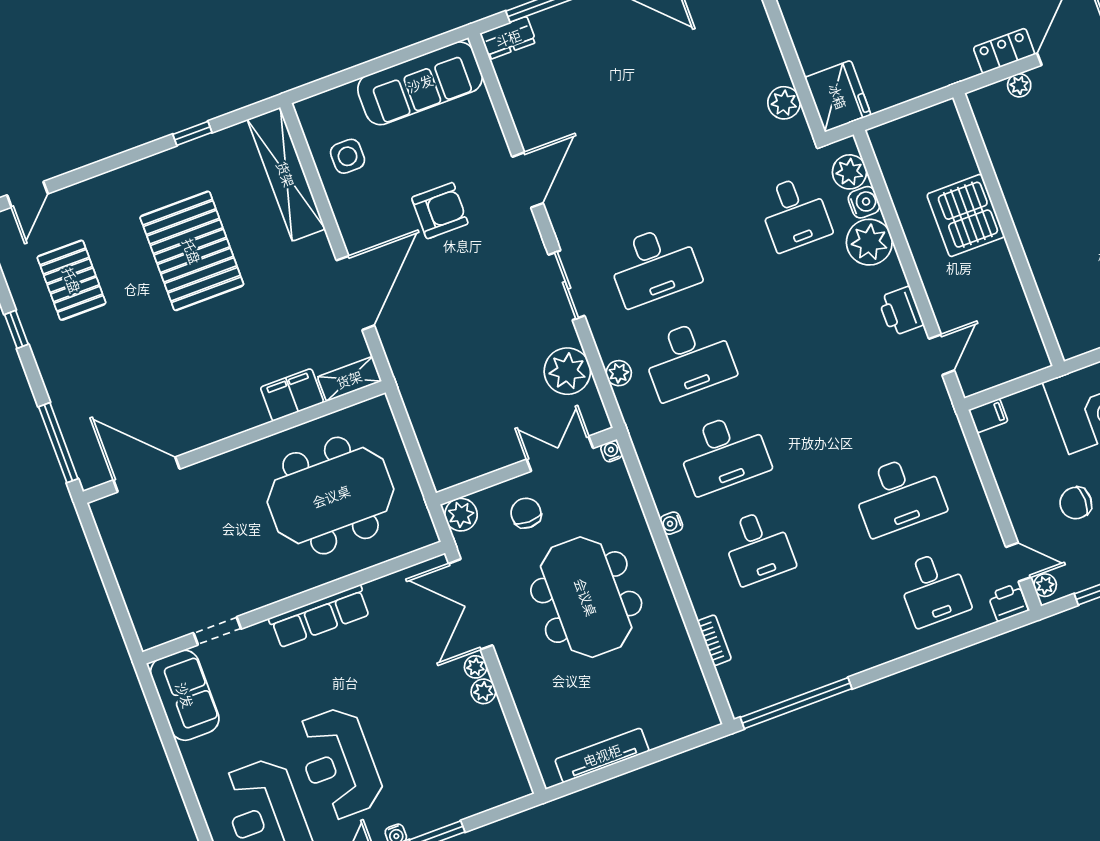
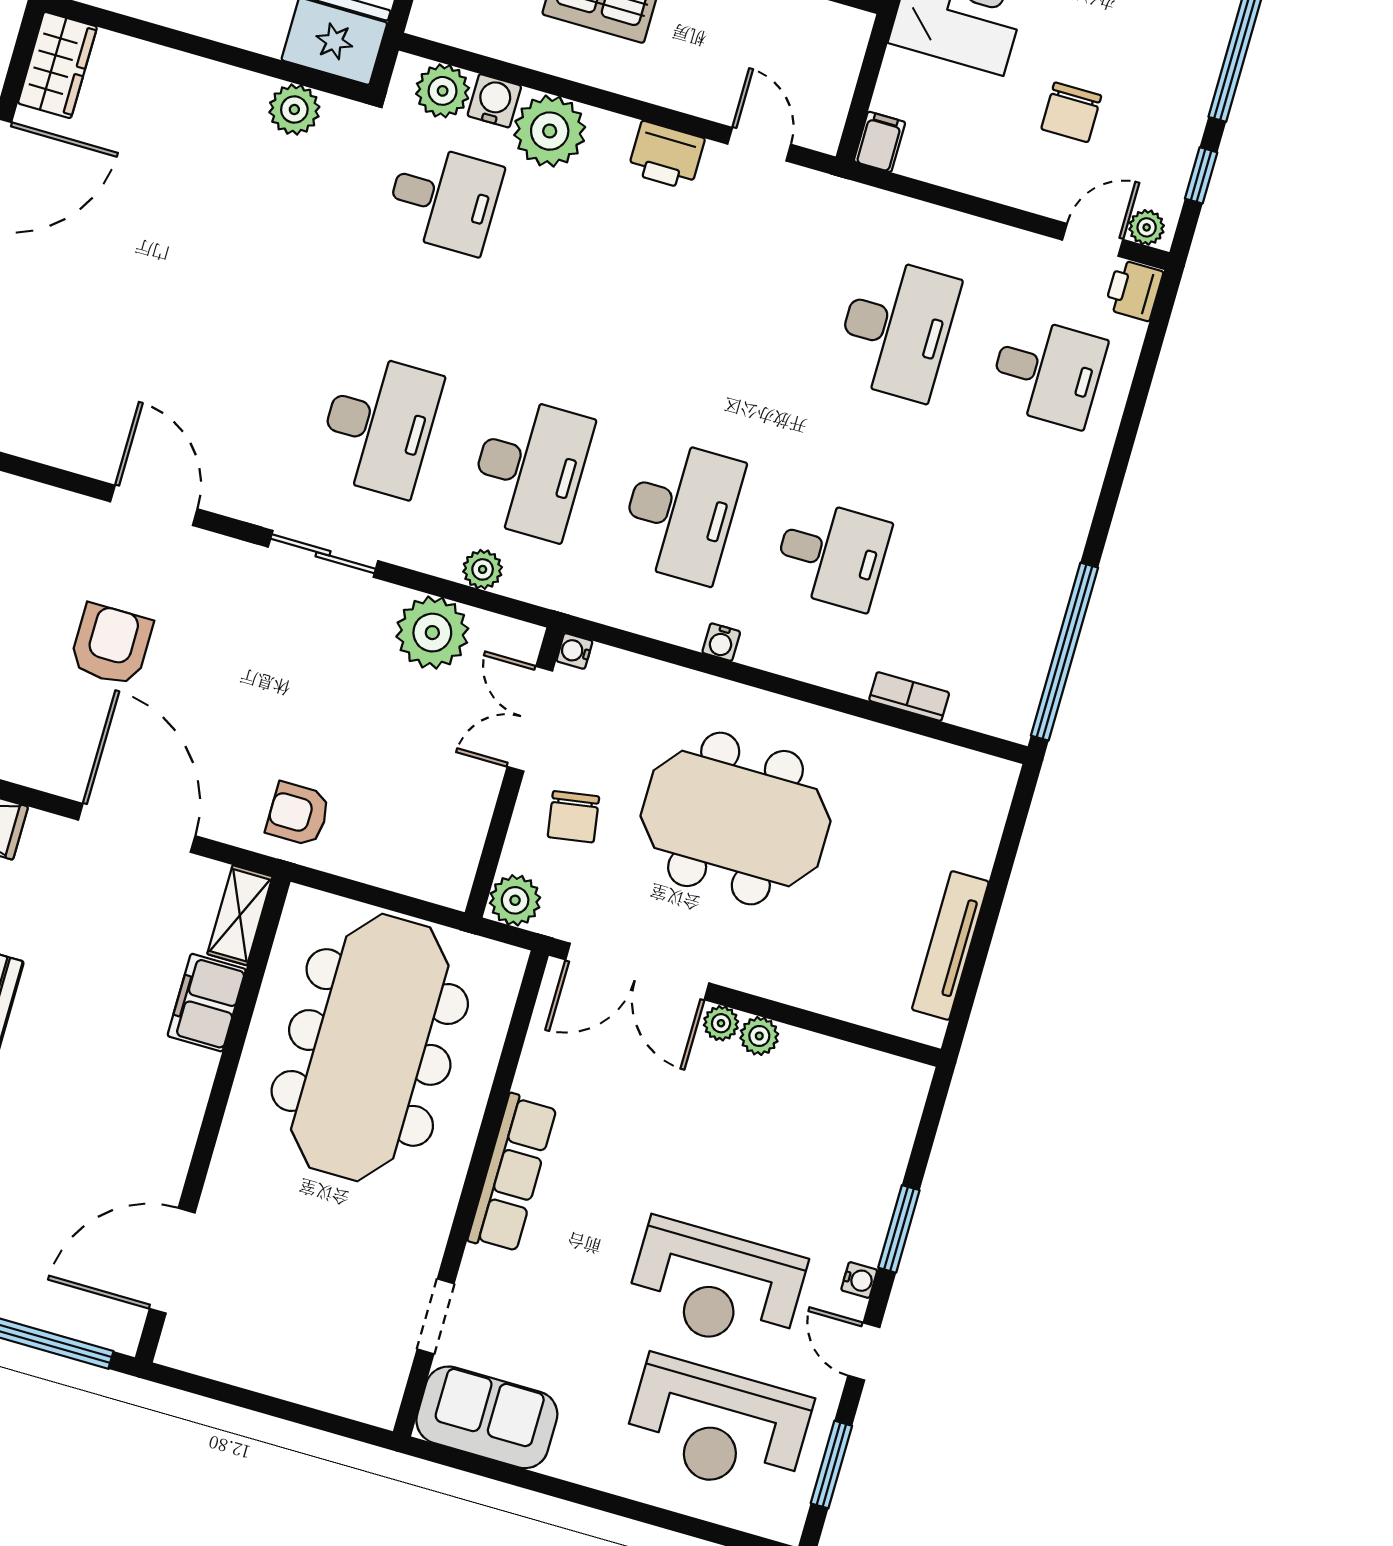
armchair: (423, 371) -> (298, 814), added
meeting table: (331, 496) -> (370, 1047), width x1.36
chair: (526, 513) -> (573, 817), turned -99

